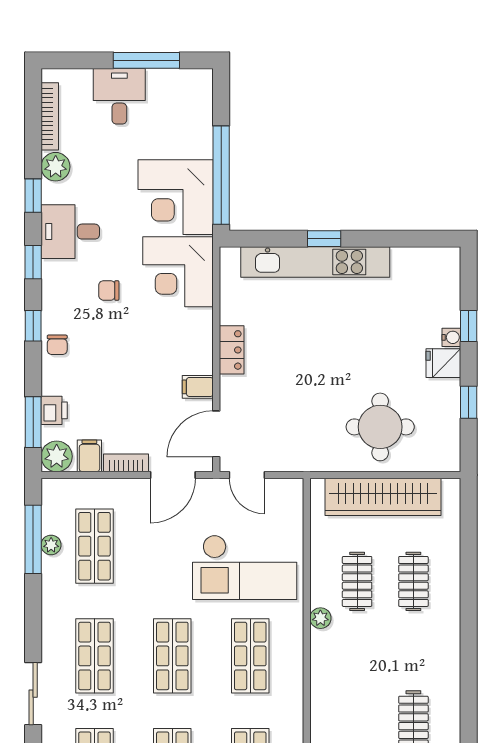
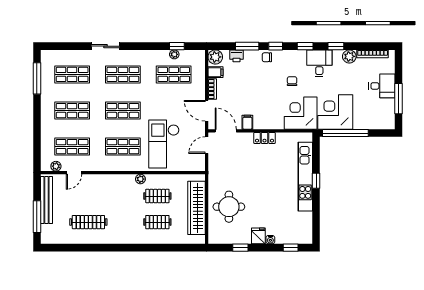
window: (469, 326) -> (291, 248), moved
window: (33, 422) -> (247, 46), moved
window: (33, 539) -> (177, 46), width x0.46

